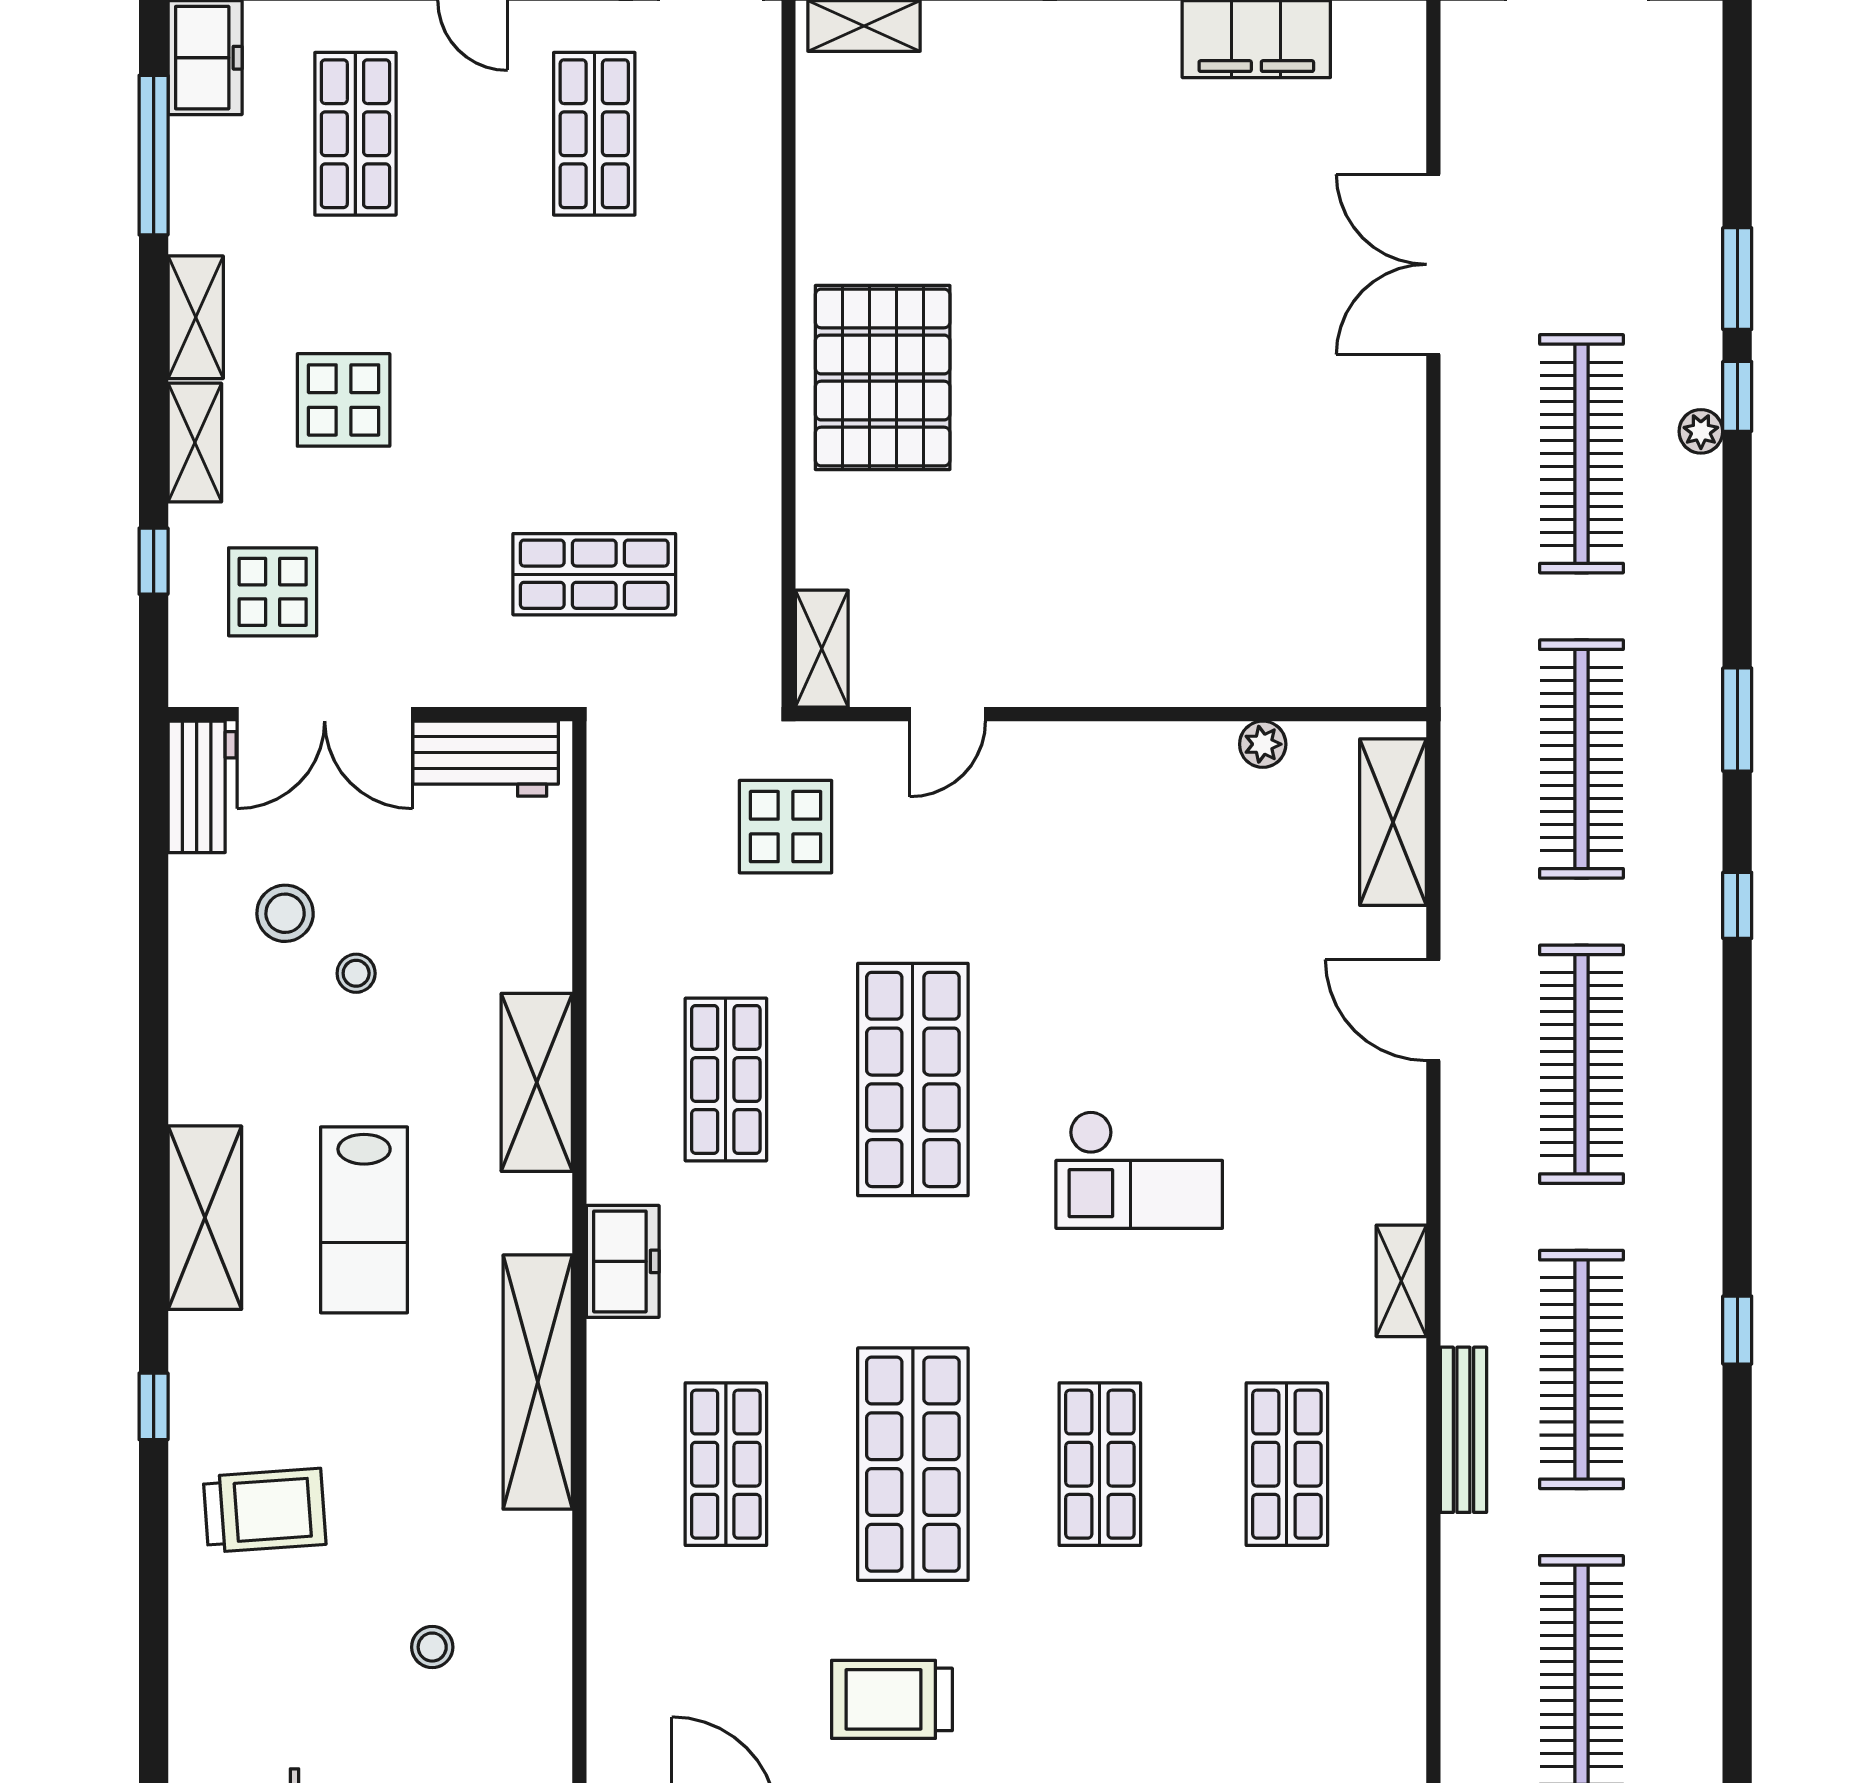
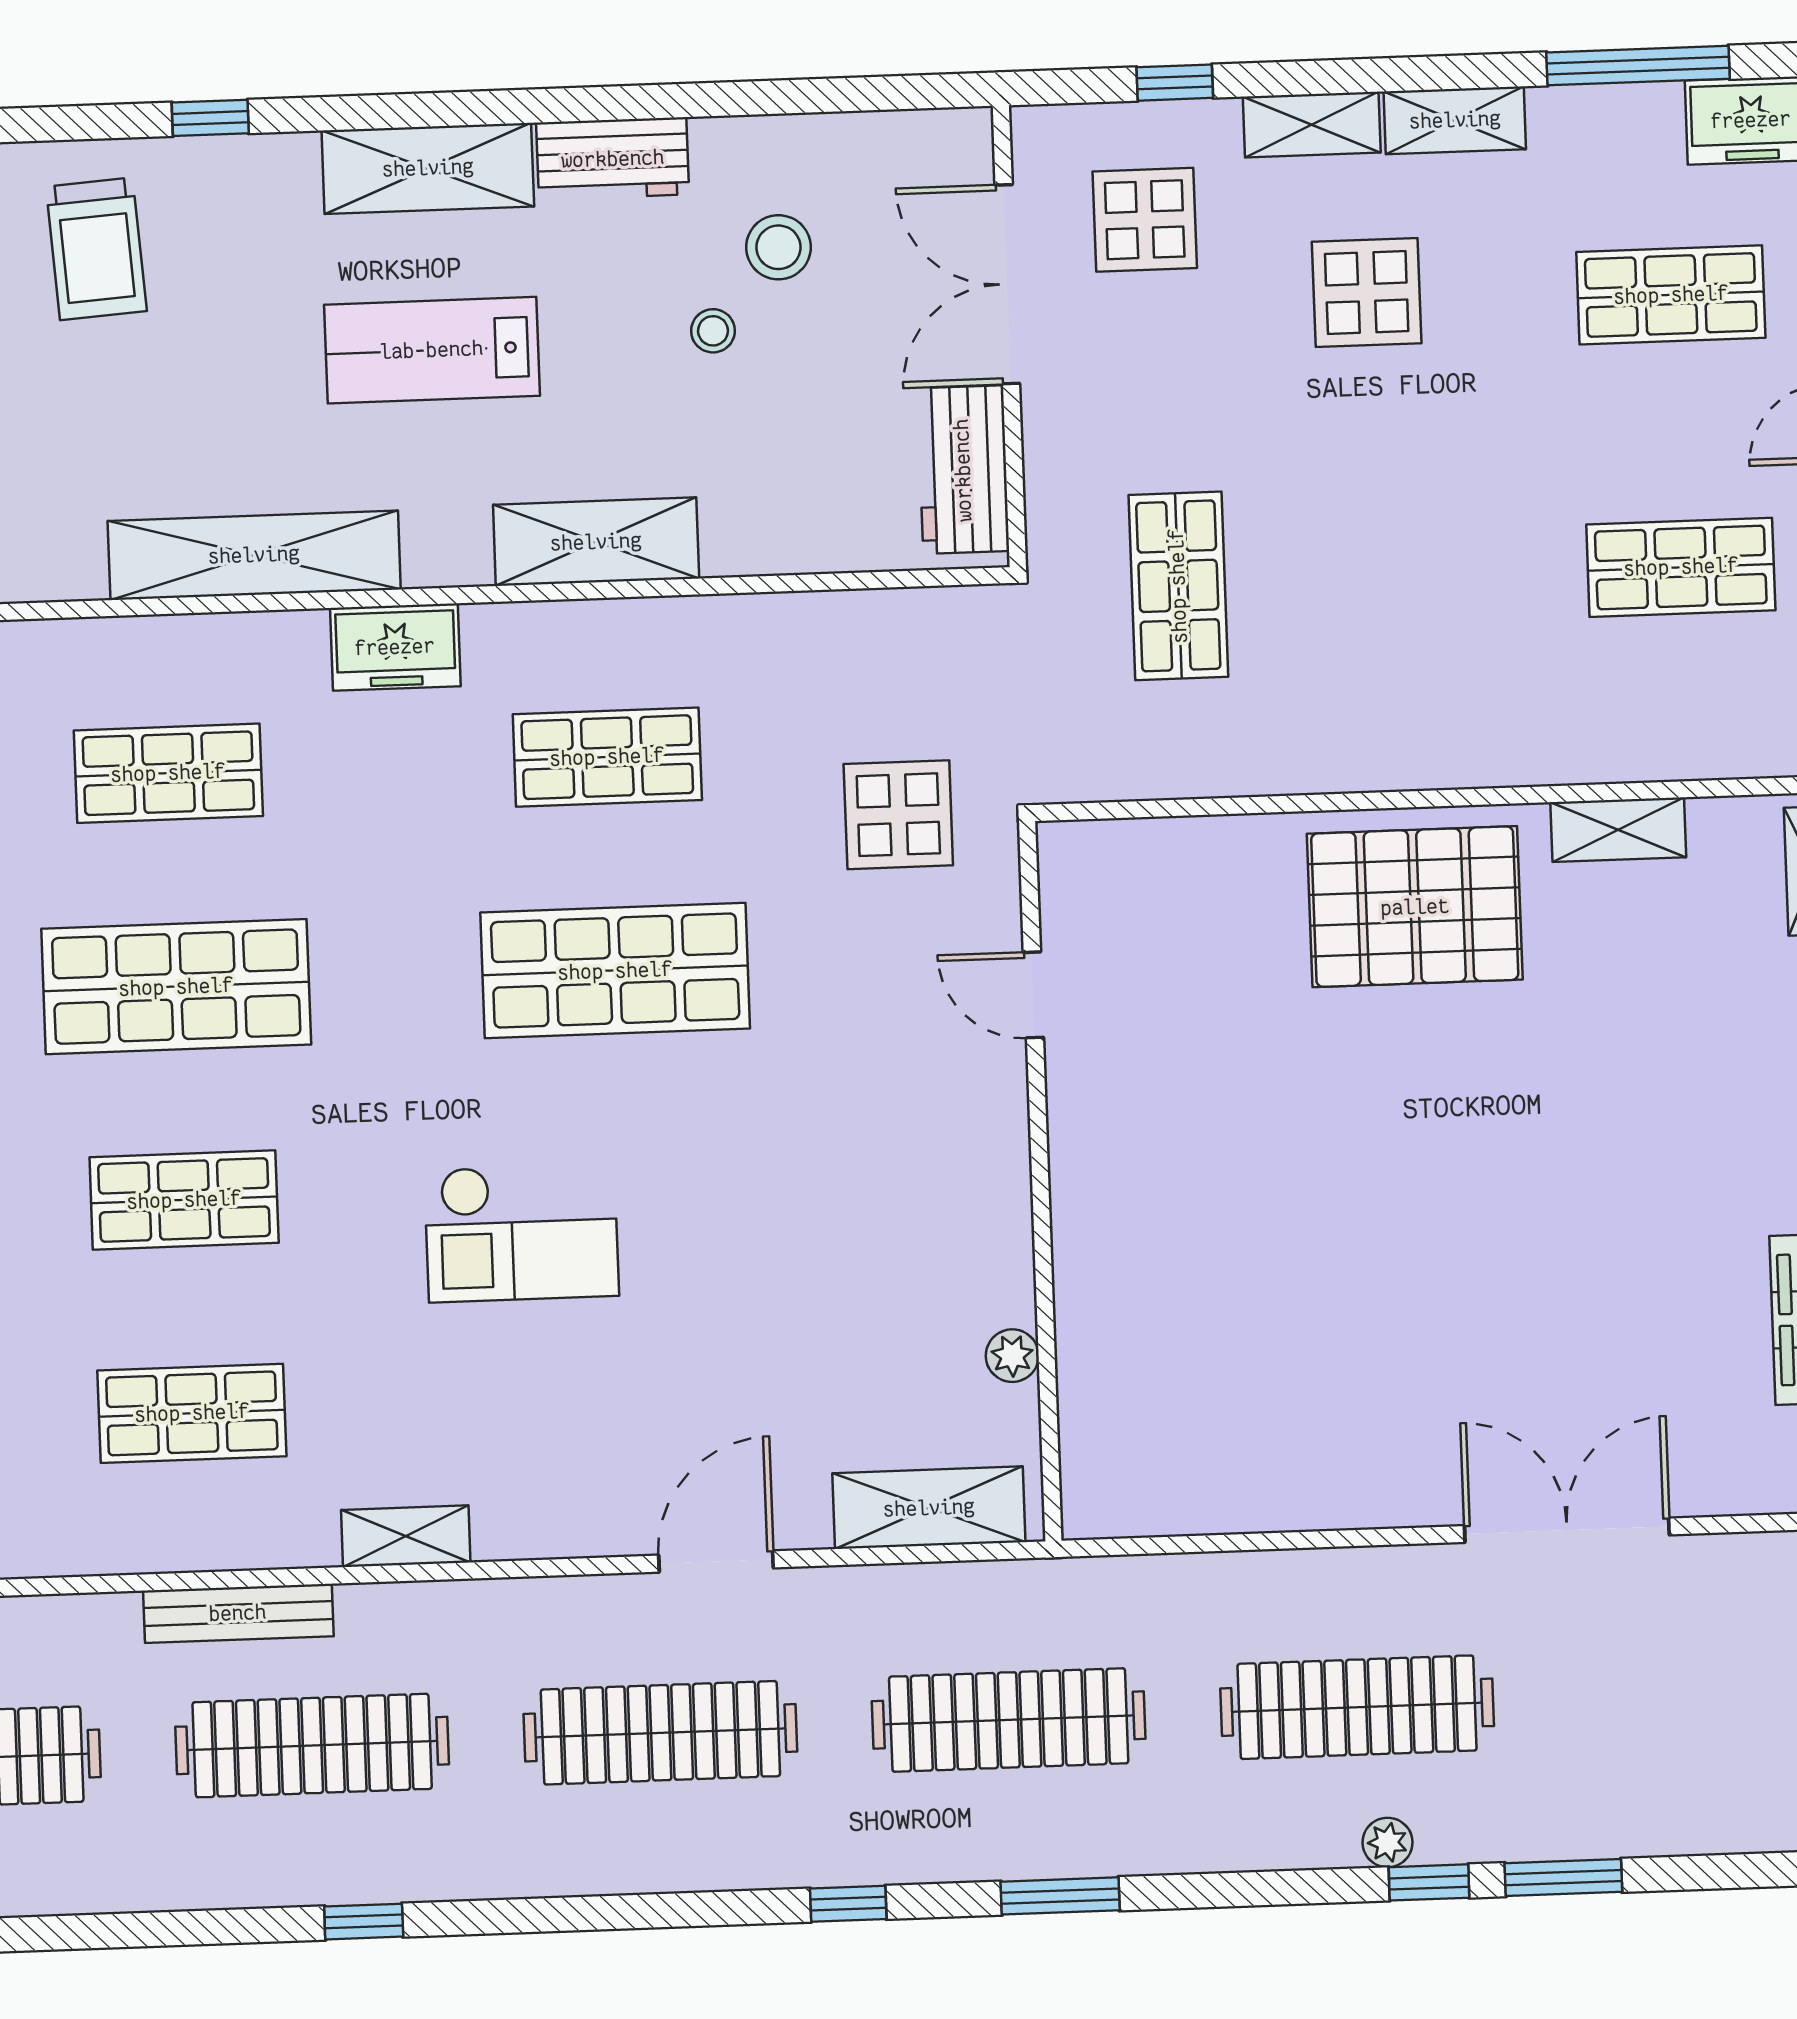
shelving: (822, 649) -> (1618, 830), moved
workbench: (202, 787) -> (613, 159), moved
checkout: (1139, 1170) -> (522, 1233), turned -90

